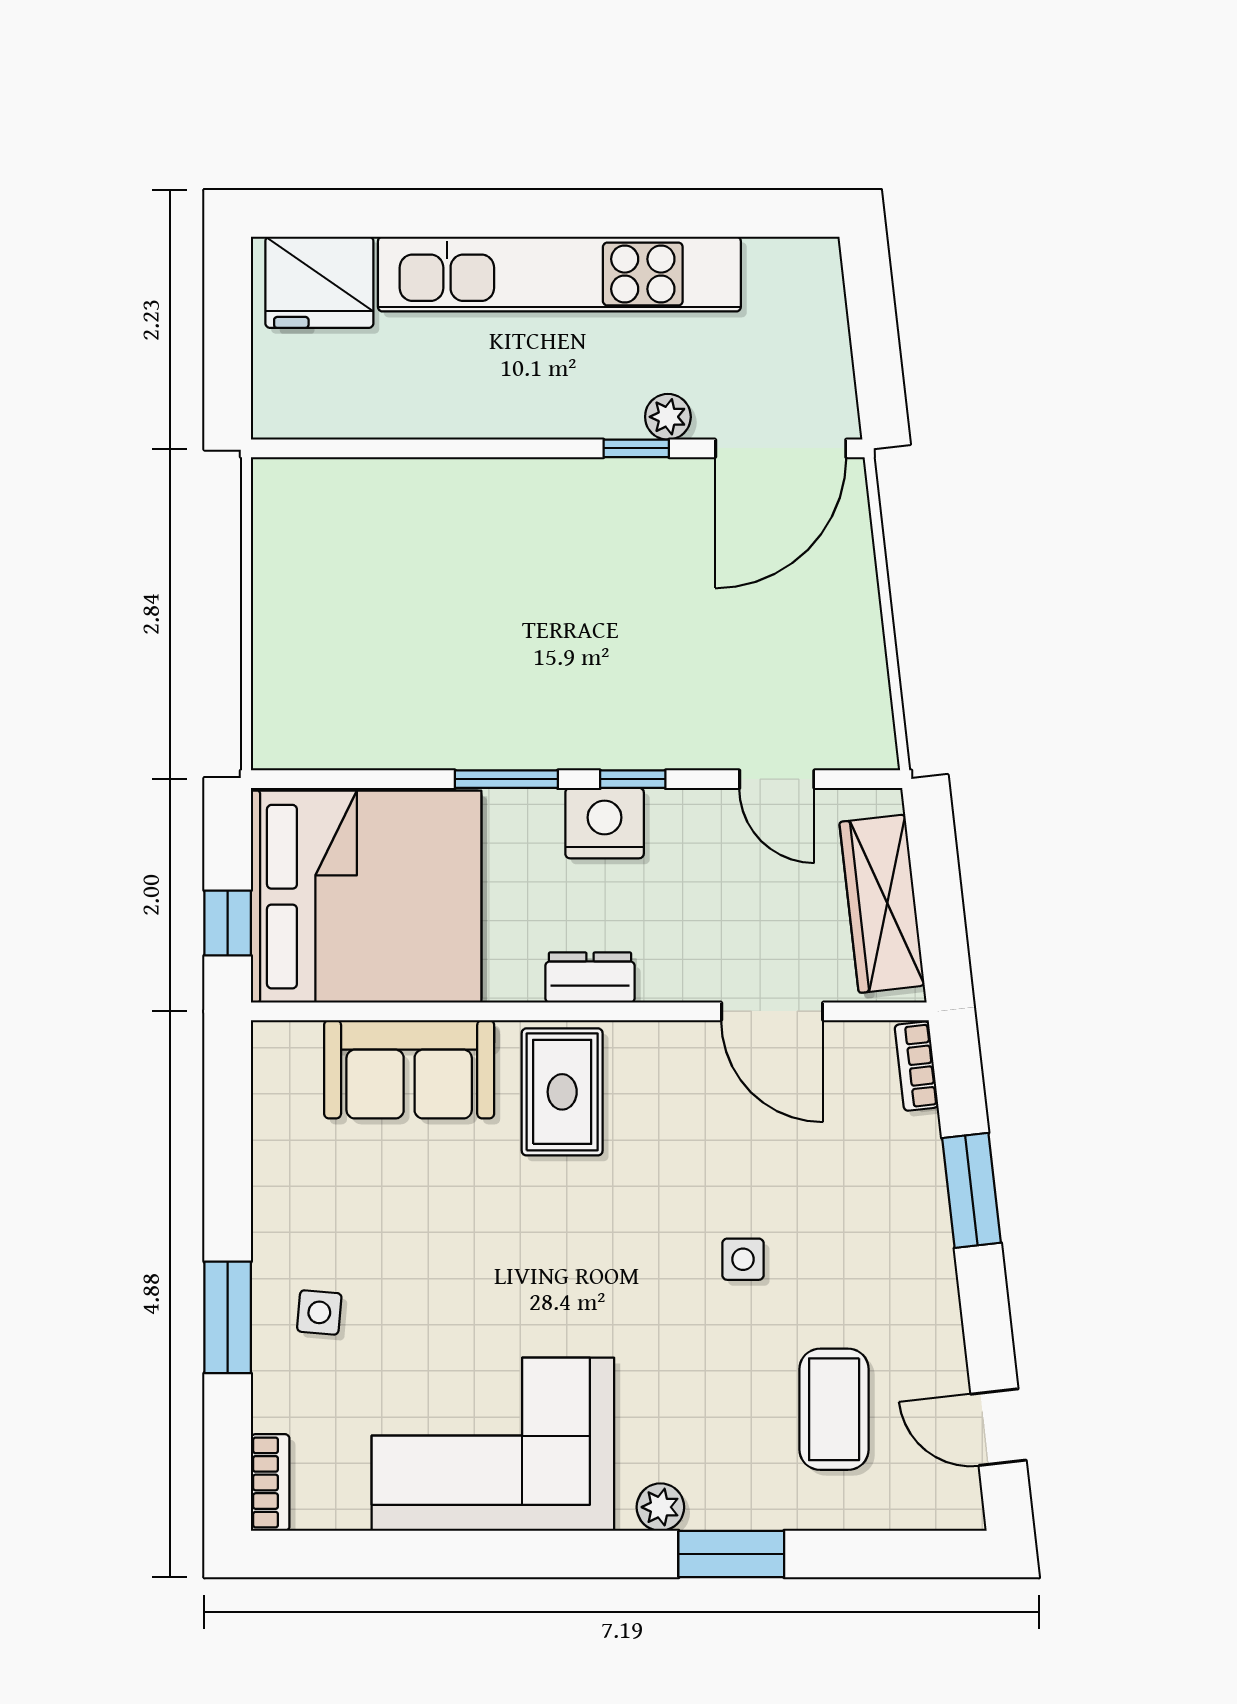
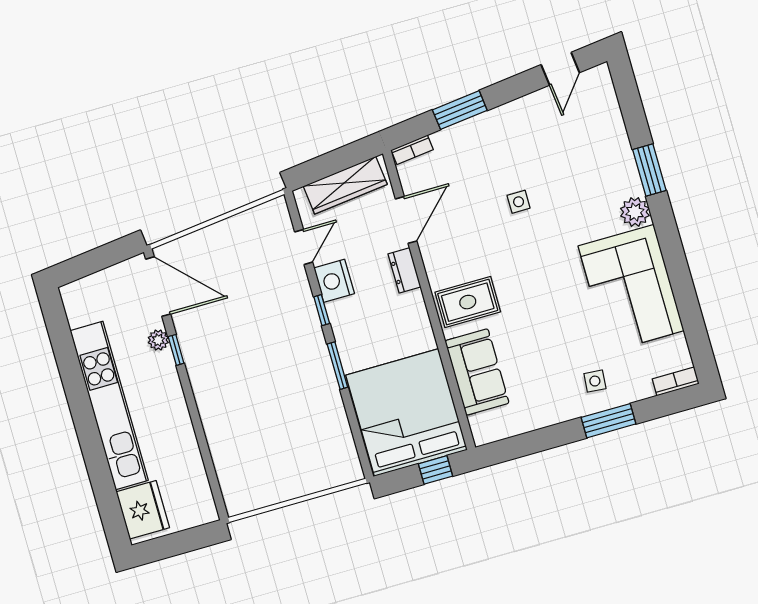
nightstand: (605, 823) -> (334, 281), moved
dresser: (590, 978) -> (404, 270), moved
coffee table: (834, 1409) -> (573, 143), removed
plant: (660, 1507) -> (635, 212), width x1.38, depth x1.38

